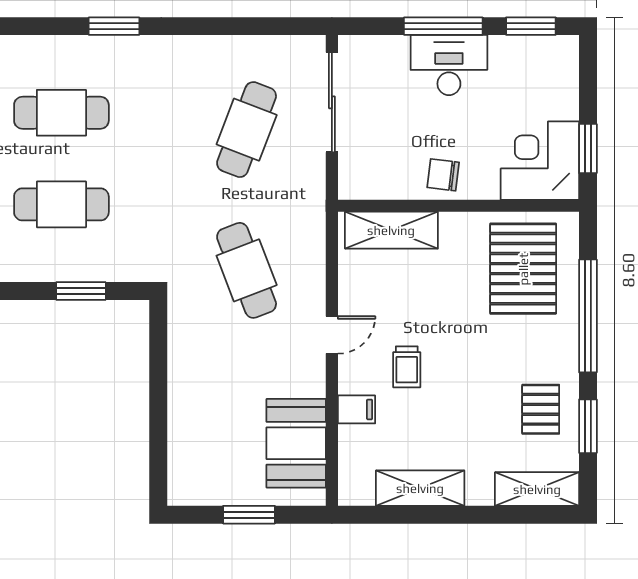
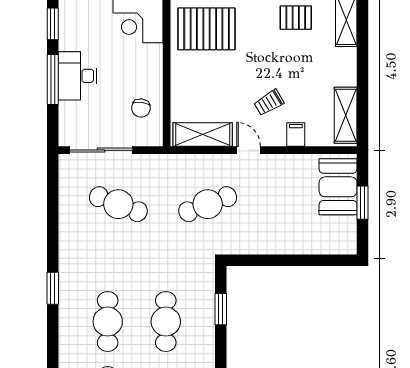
chair: (443, 175) -> (141, 108), moved
shelving: (391, 230) -> (203, 135), moved, turned 90
trolley: (407, 367) -> (269, 103), turned 149
booth: (296, 443) -> (338, 187), moved, turned 90
shelving: (420, 488) -> (346, 115), moved

